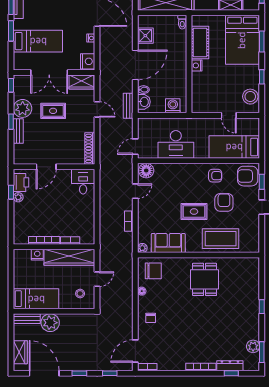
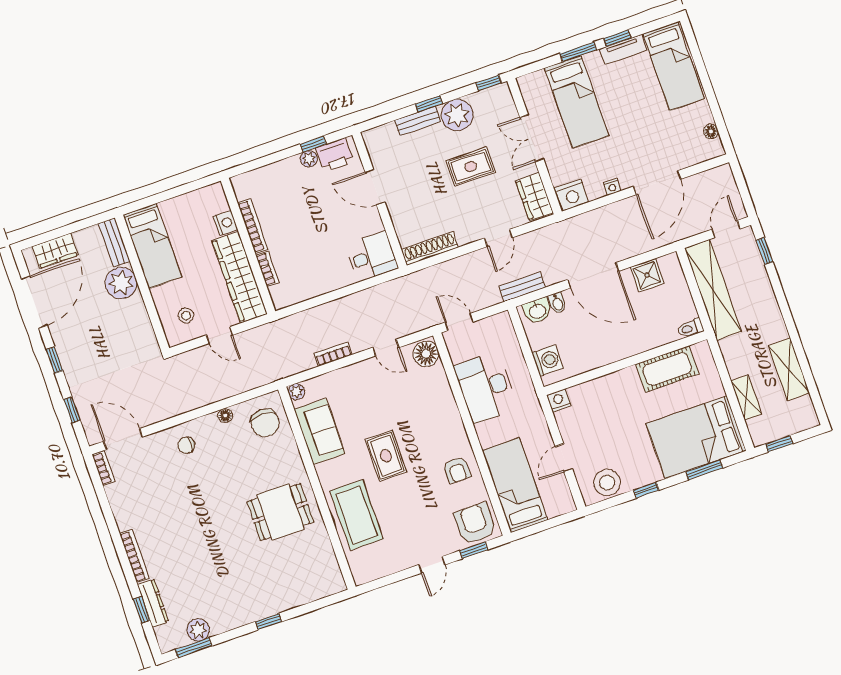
nightstand: (197, 65) -> (559, 400), moved
double door: (49, 72) -> (532, 138), width x0.73
rug: (53, 111) -> (471, 167), turned 90
armchair: (224, 202) -> (418, 500), removed

